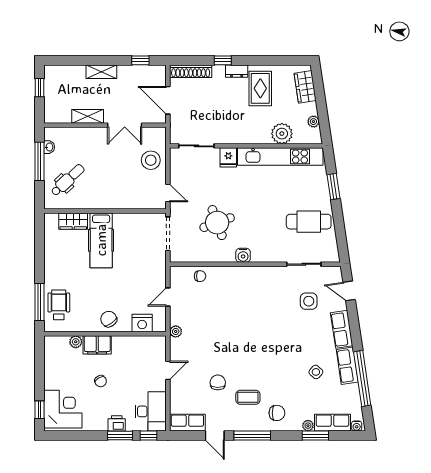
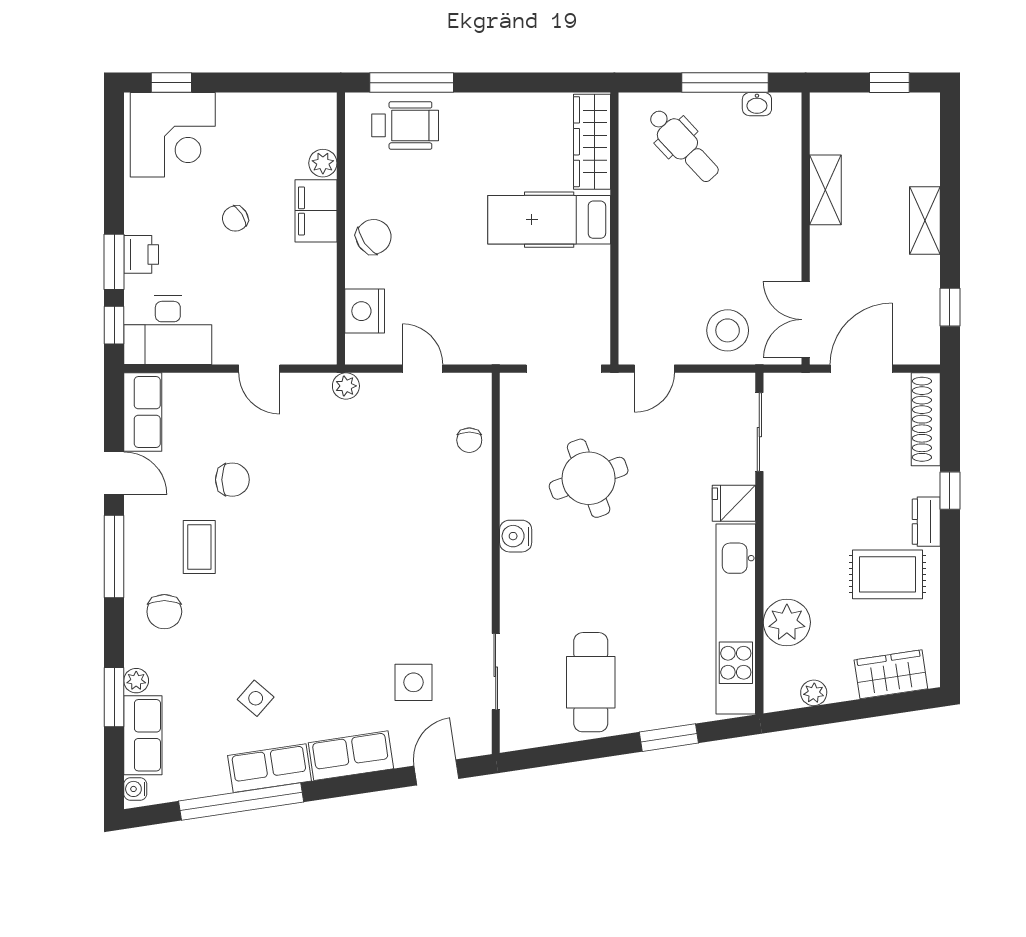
double door: (125, 125) -> (806, 320), moved
wardrobe: (73, 221) -> (592, 142), width x1.50
door: (215, 436) -> (114, 473), swing flipped

